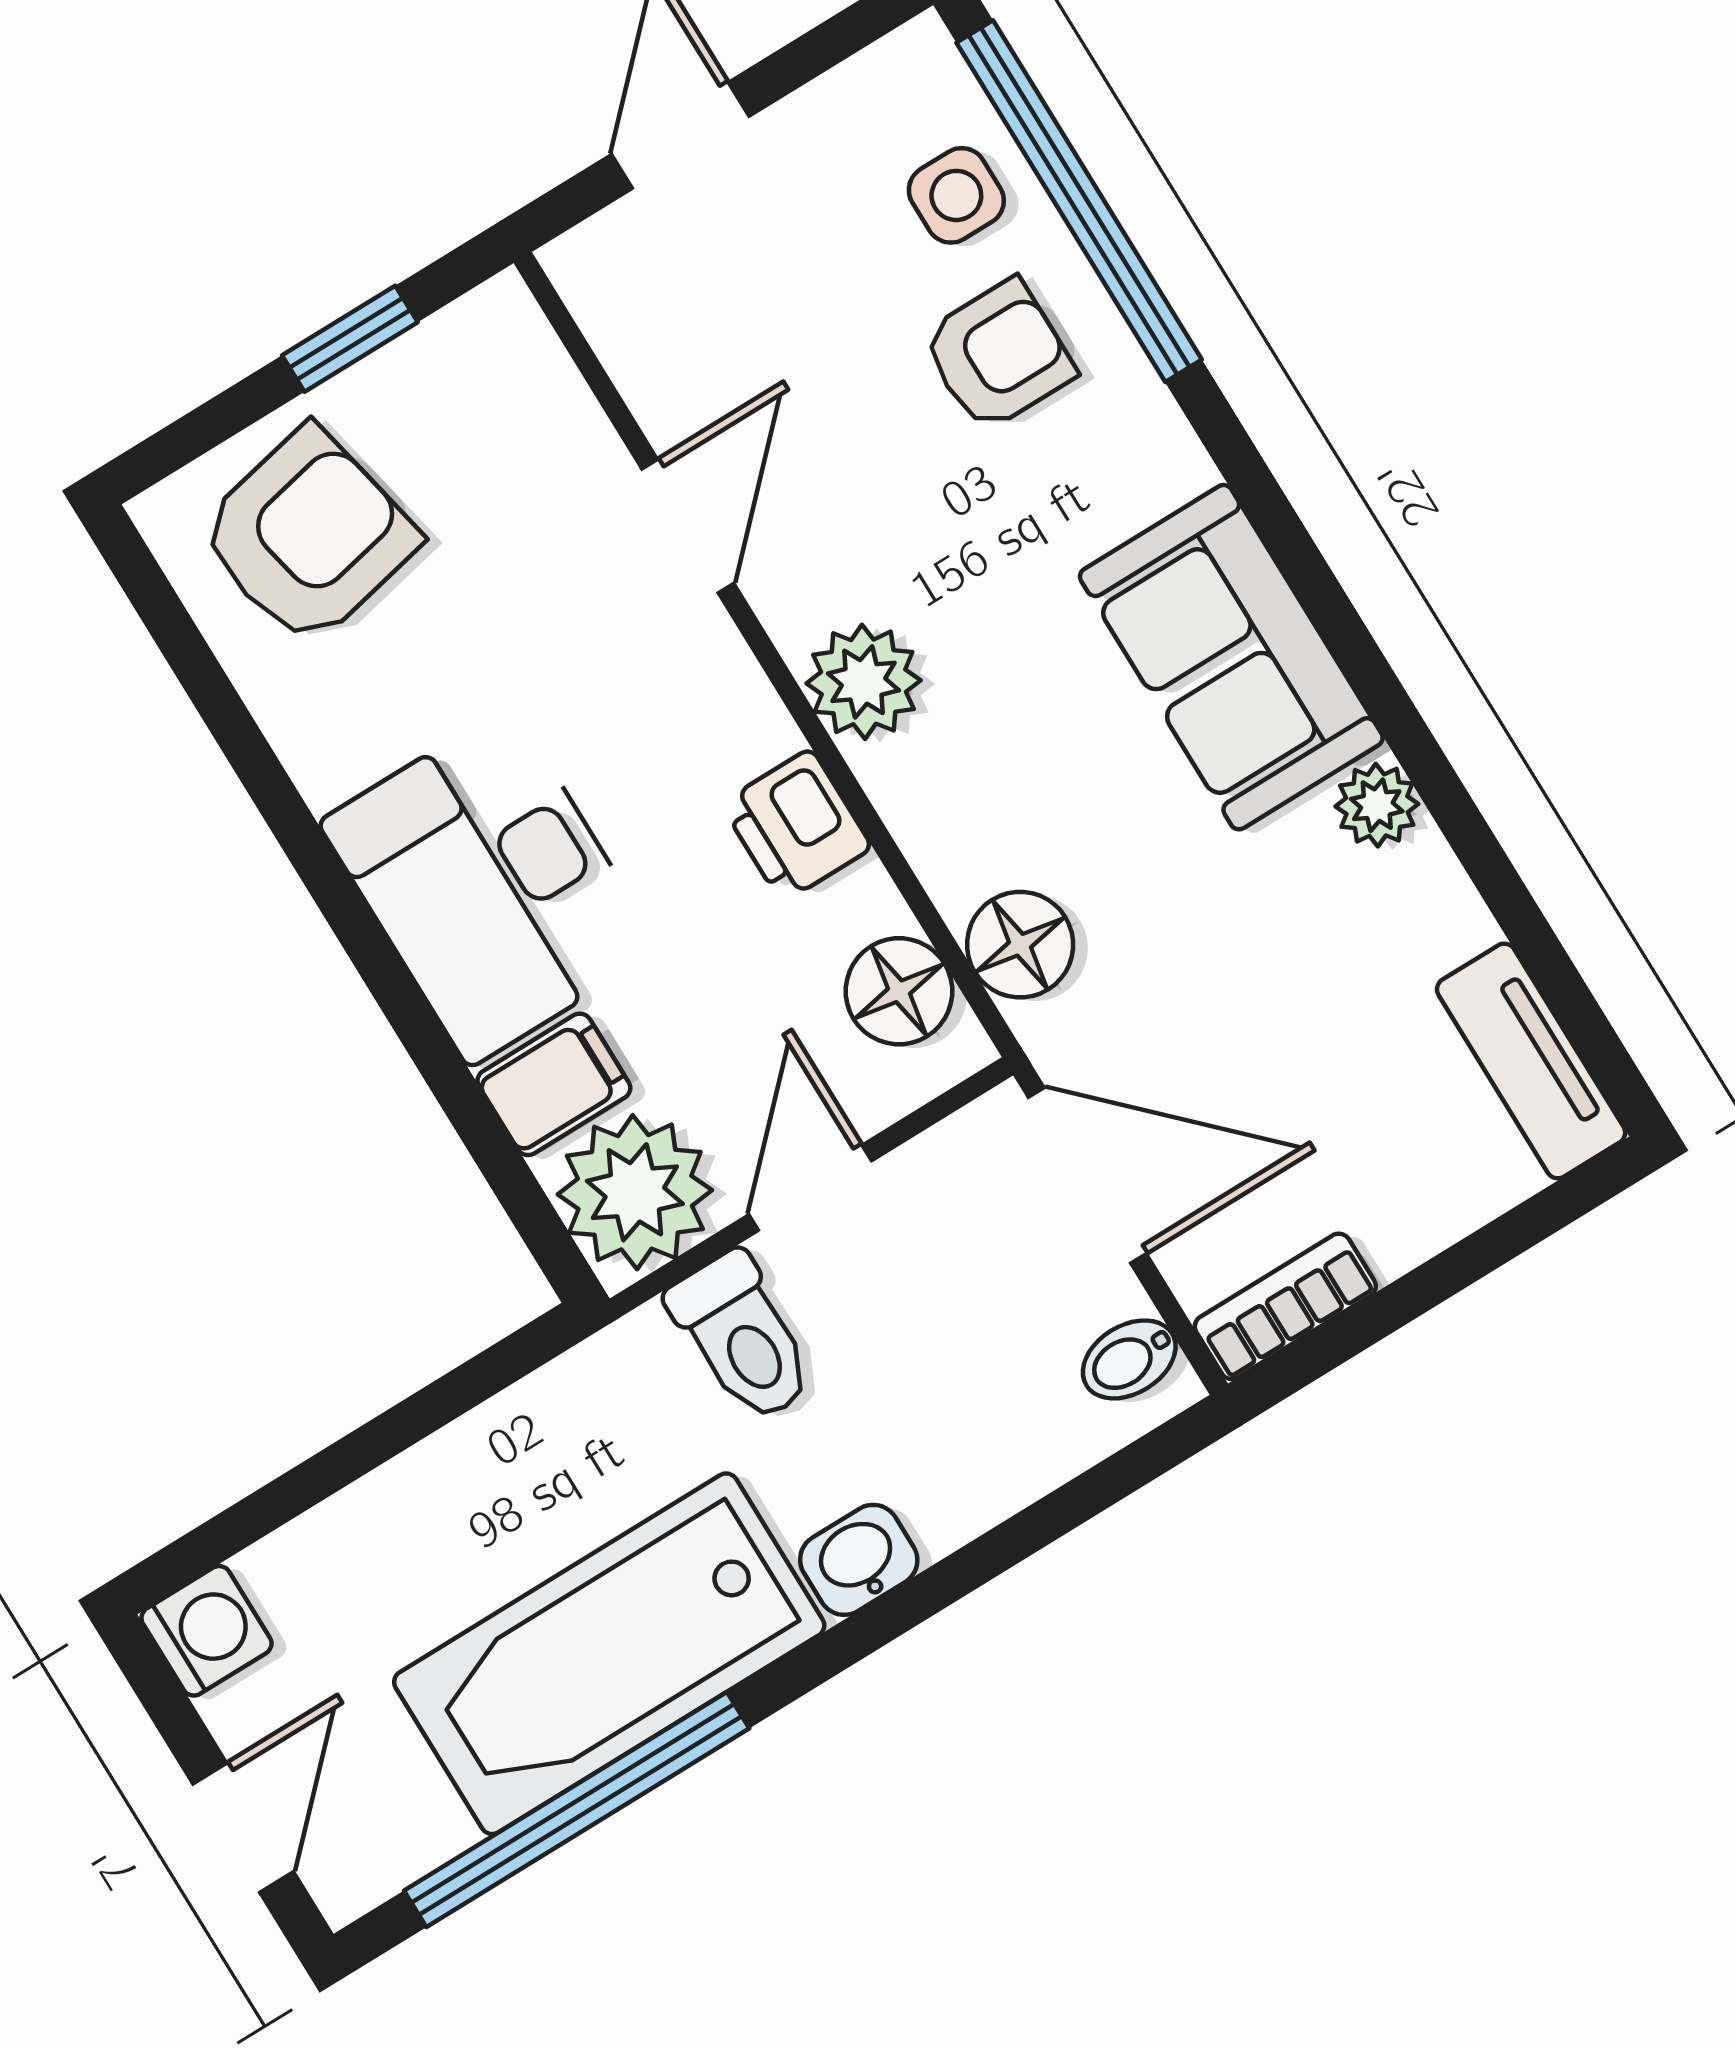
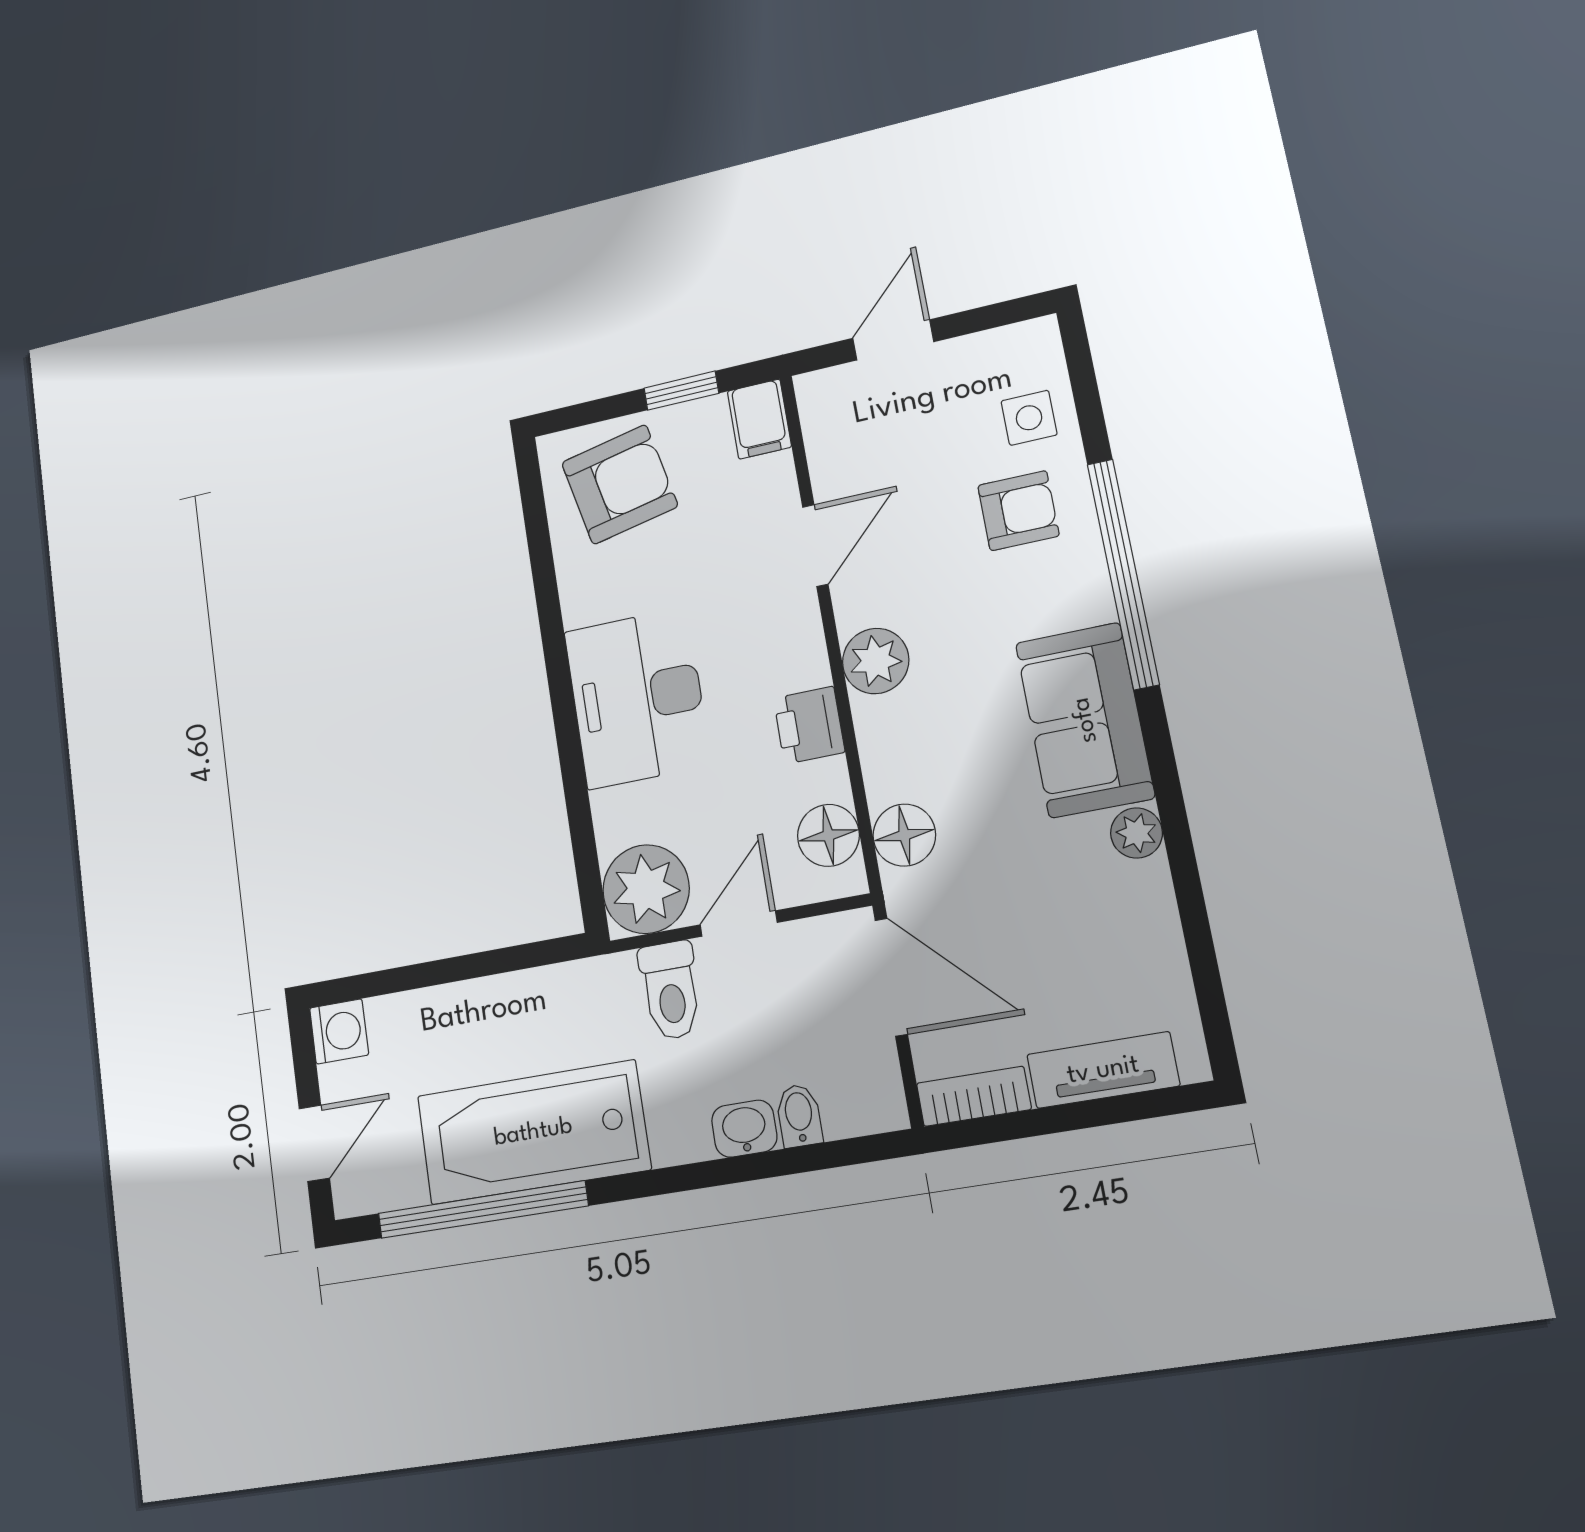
window: (1079, 201) -> (1123, 574), moved
tv unit: (1531, 1061) -> (1103, 1070), moved, turned 90
filing cabinet: (554, 1084) -> (759, 419), moved, turned 90
bidet: (1129, 1359) -> (799, 1116), moved, turned 90
washbasin: (859, 1560) -> (744, 1129), moved

